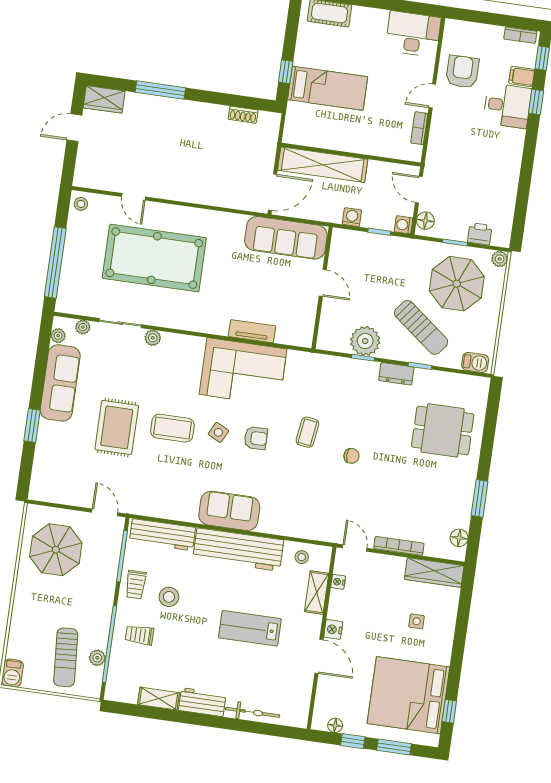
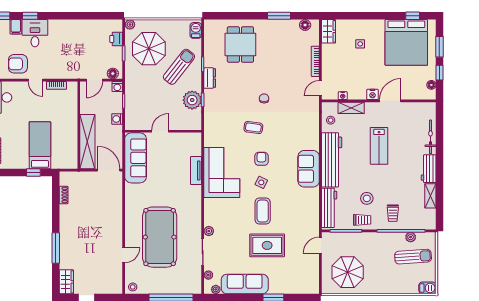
wardrobe: (434, 572) -> (329, 31), width x0.67

